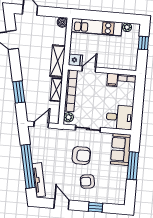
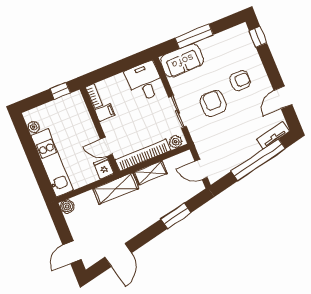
window: (143, 43) -> (60, 91), moved
tv unit: (39, 180) -> (273, 135), width x0.71
armchair: (87, 181) -> (240, 80), turned -81
window: (95, 207) -> (258, 37), moved

